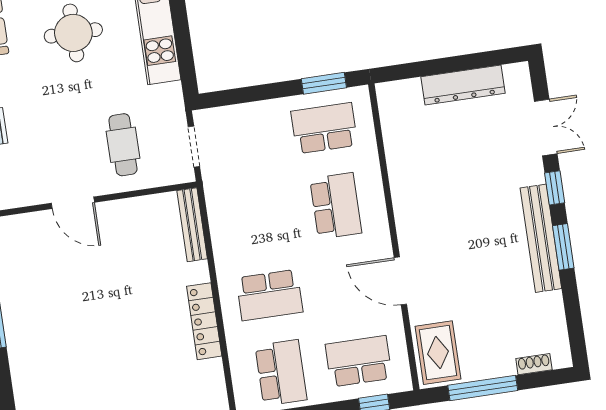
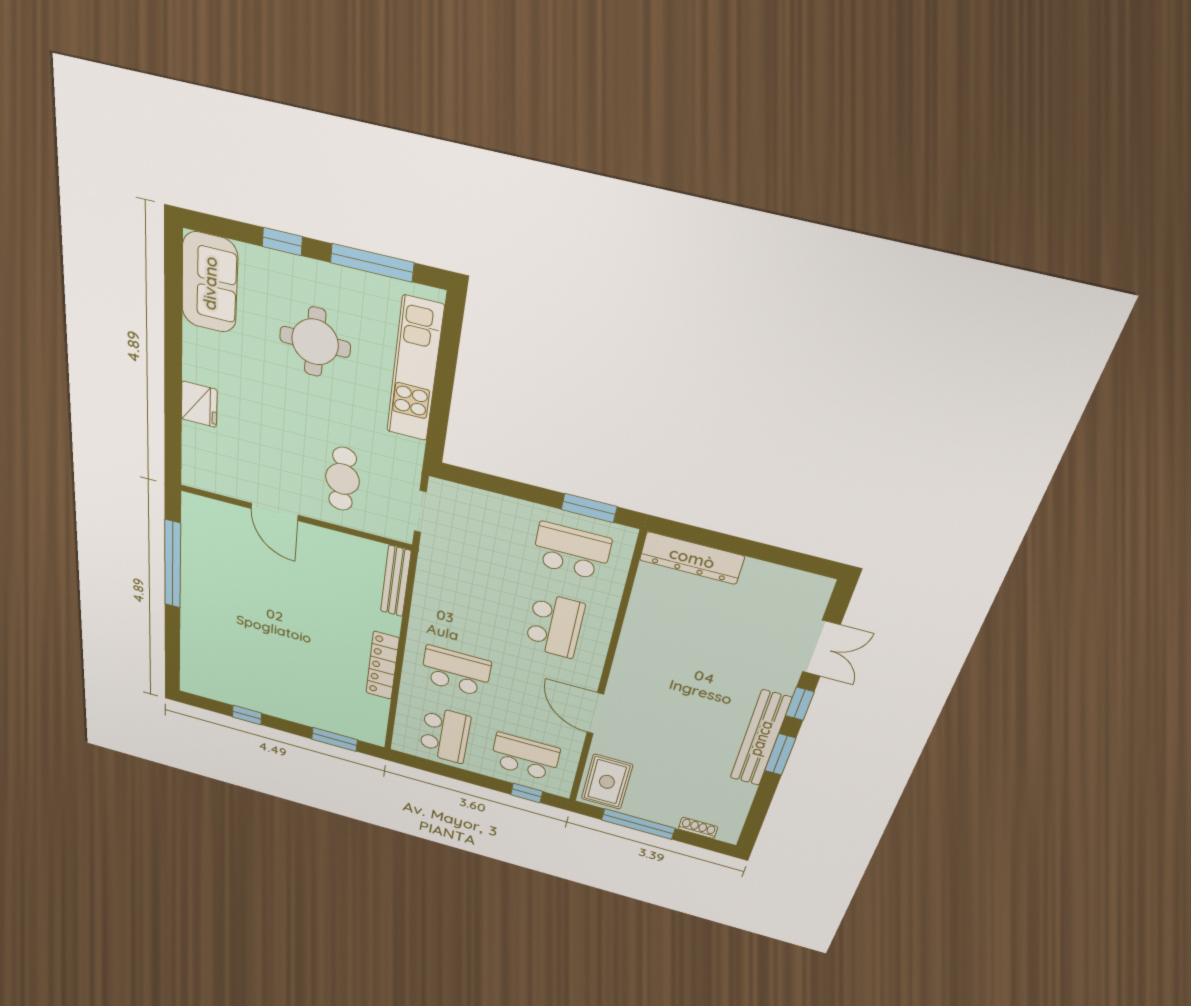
dresser: (463, 85) -> (692, 558), moved
school desk: (269, 295) -> (456, 671), turned 180

